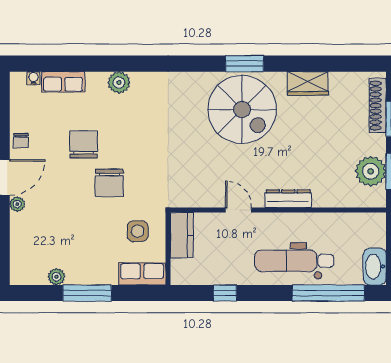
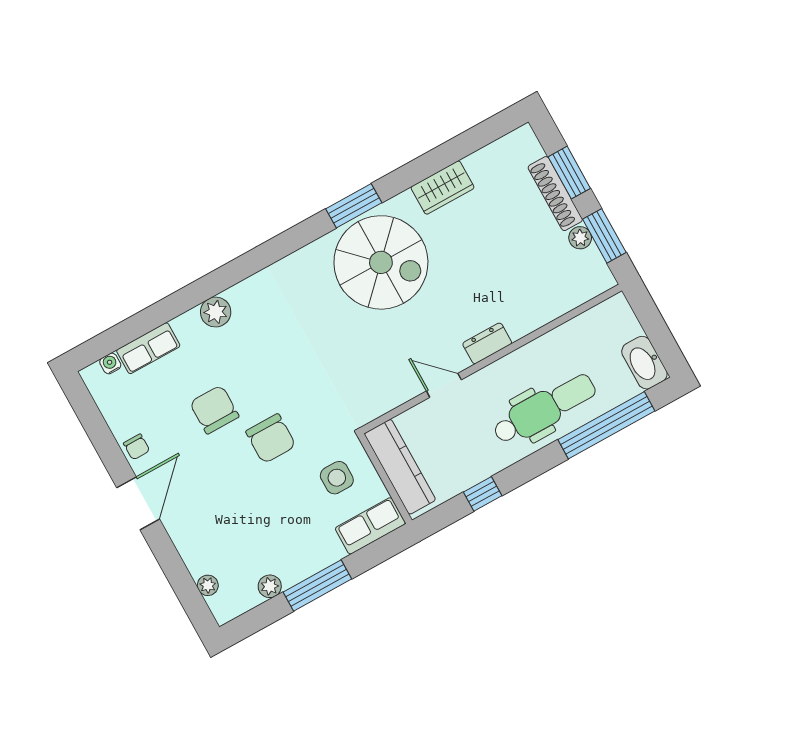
shoe rack: (378, 106) -> (555, 194), moved
plant: (371, 171) -> (580, 238), width x0.53, depth x0.53
dresser: (288, 199) -> (487, 343), width x0.70
plant: (17, 204) -> (208, 585), moved
kitchen counter: (182, 235) -> (400, 467), width x1.50
dental chair: (294, 261) -> (544, 409), turned 180

